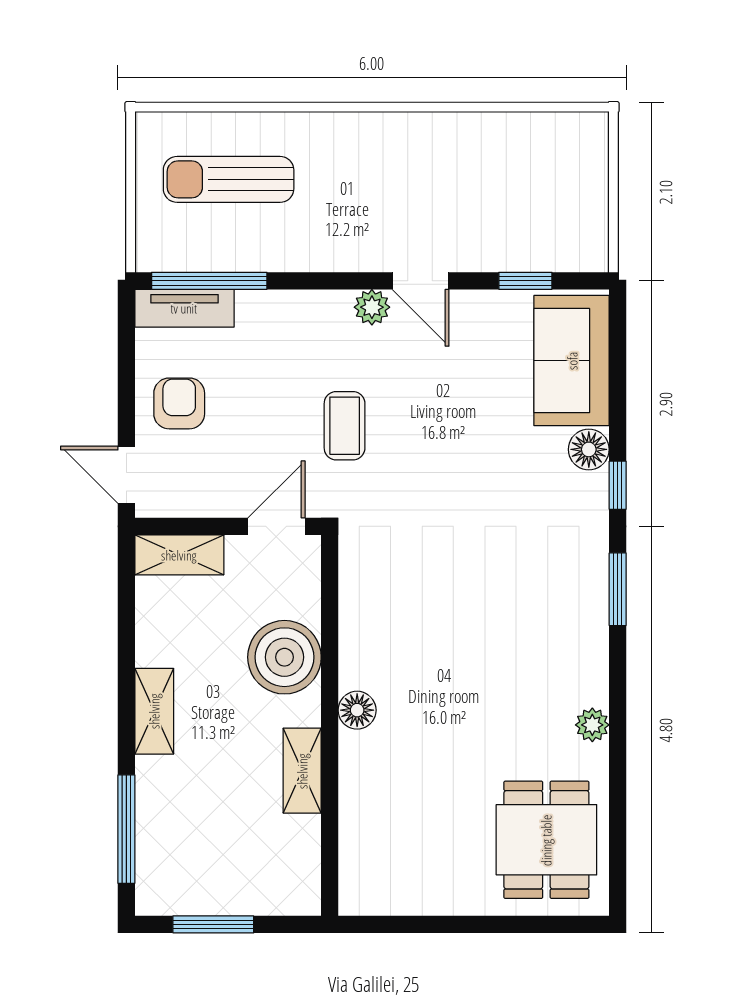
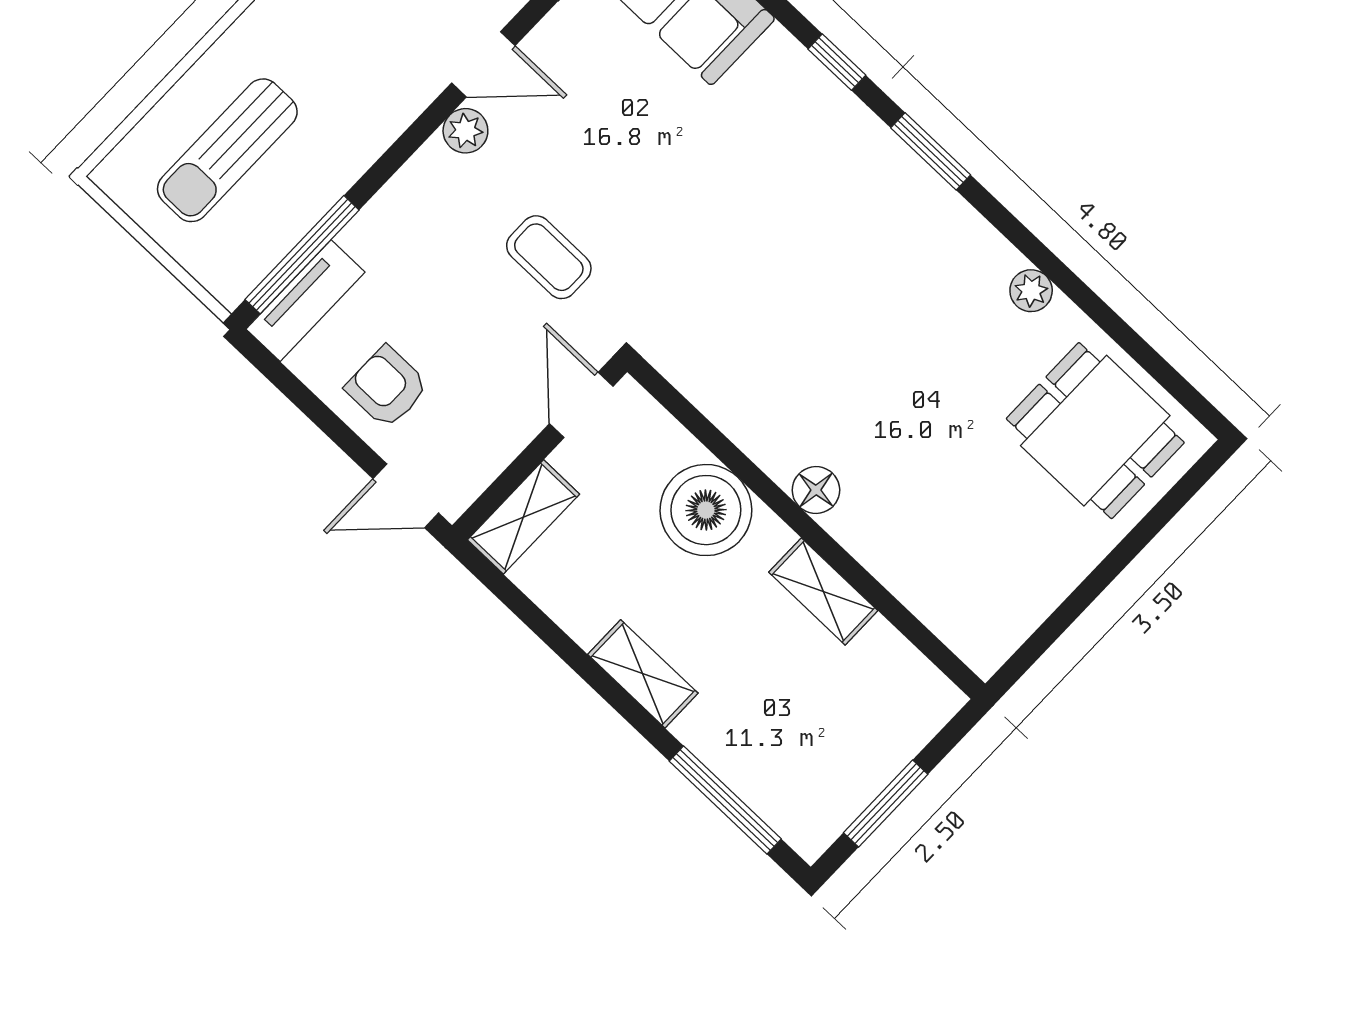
floor lamp: (589, 449) -> (780, 57), removed

